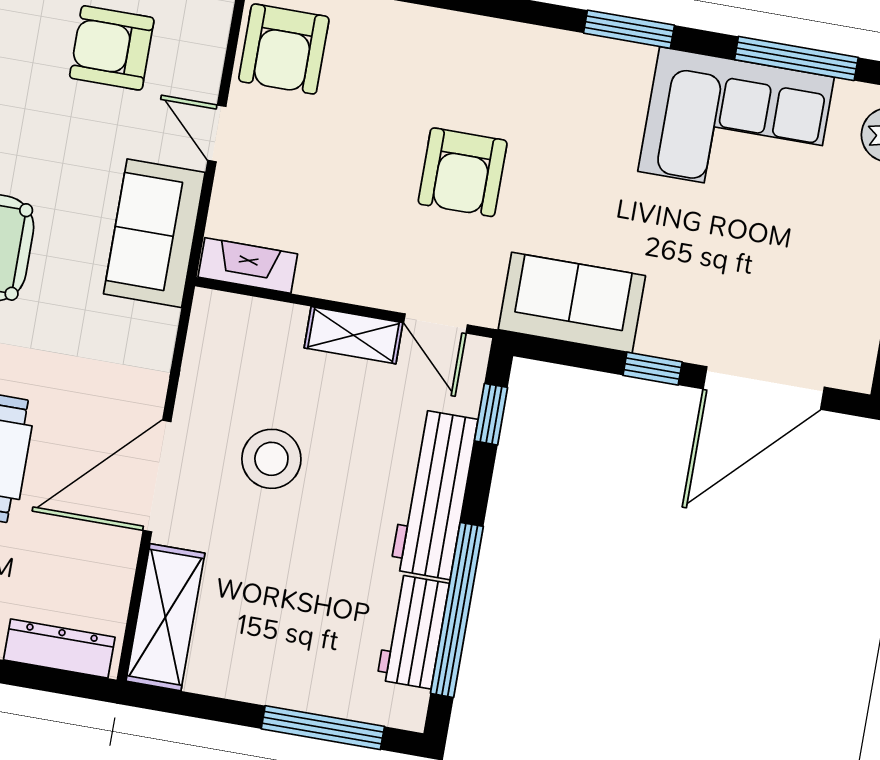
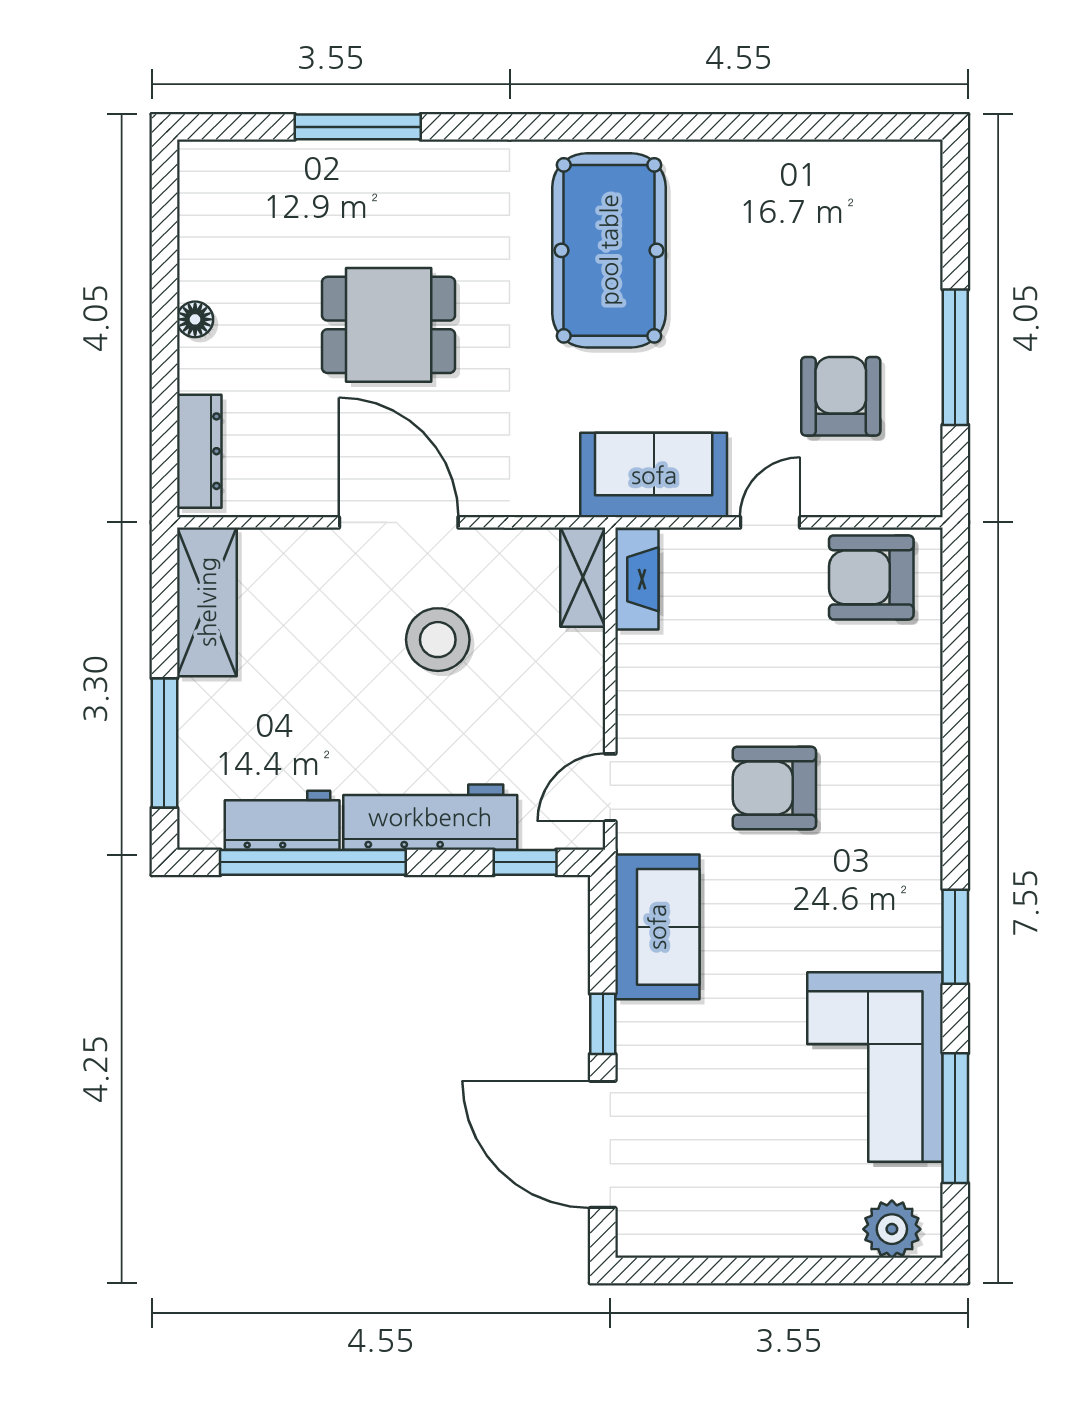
shelving: (353, 335) -> (583, 577), moved
shelving: (165, 617) -> (207, 602), moved, turned 90

